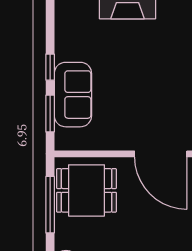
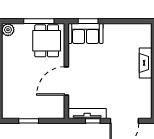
window: (50, 67) -> (113, 21), removed
sofa: (73, 95) -> (86, 34), moved

